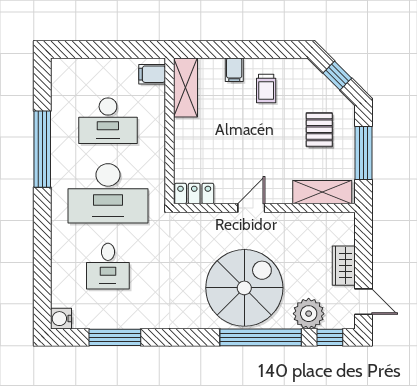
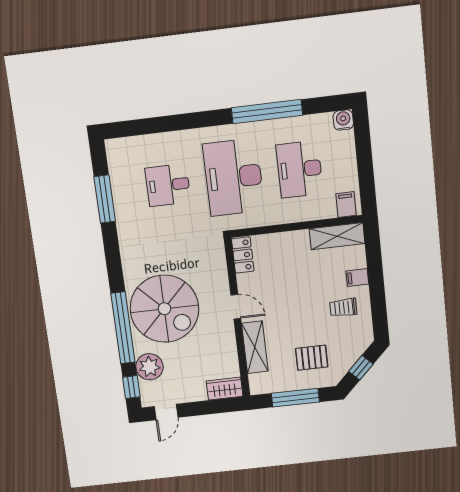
shelving: (322, 192) -> (255, 347), moved
wardrobe: (344, 266) -> (225, 389), moved
water cooler: (61, 319) -> (343, 120), moved

